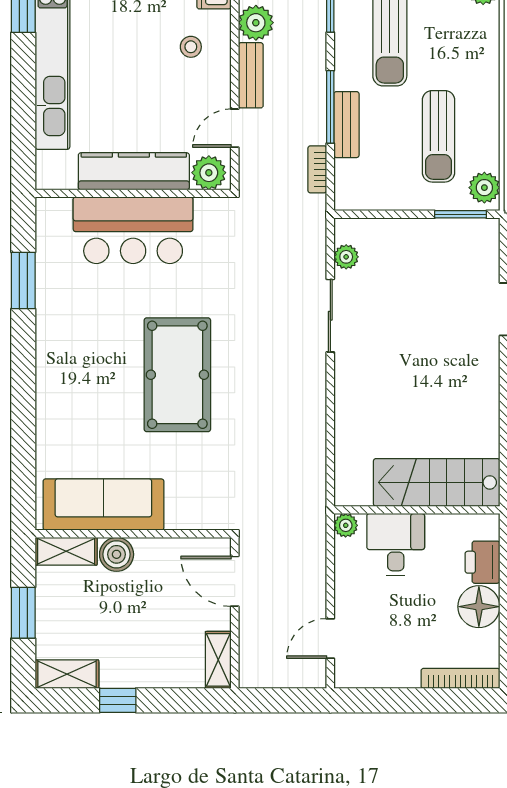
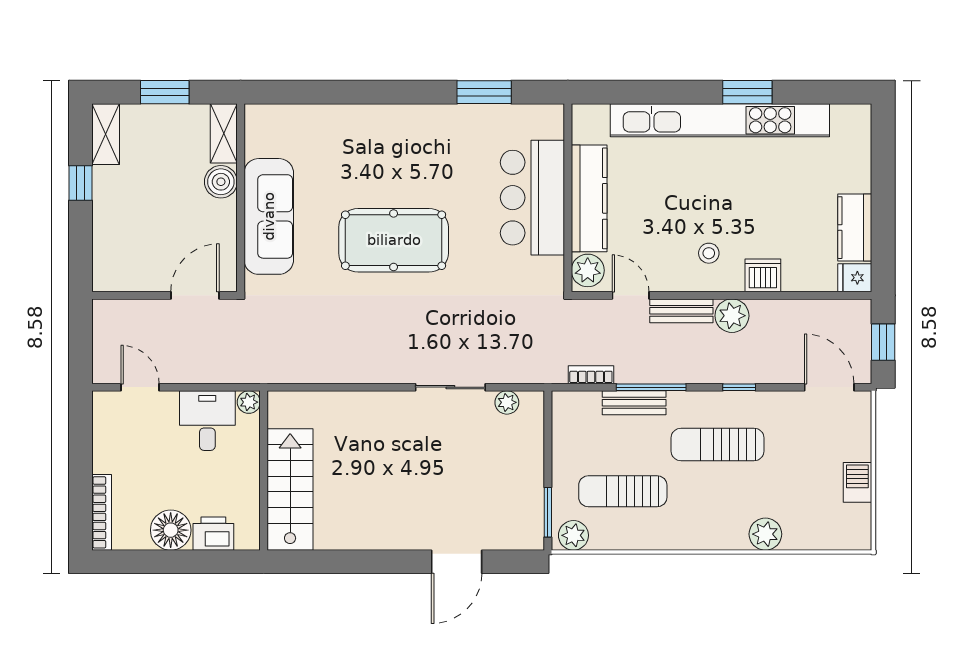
sofa: (103, 505) -> (269, 216), moved
desk: (396, 545) -> (207, 421), moved, turned -90
shelving: (218, 660) -> (119, 280), removed

